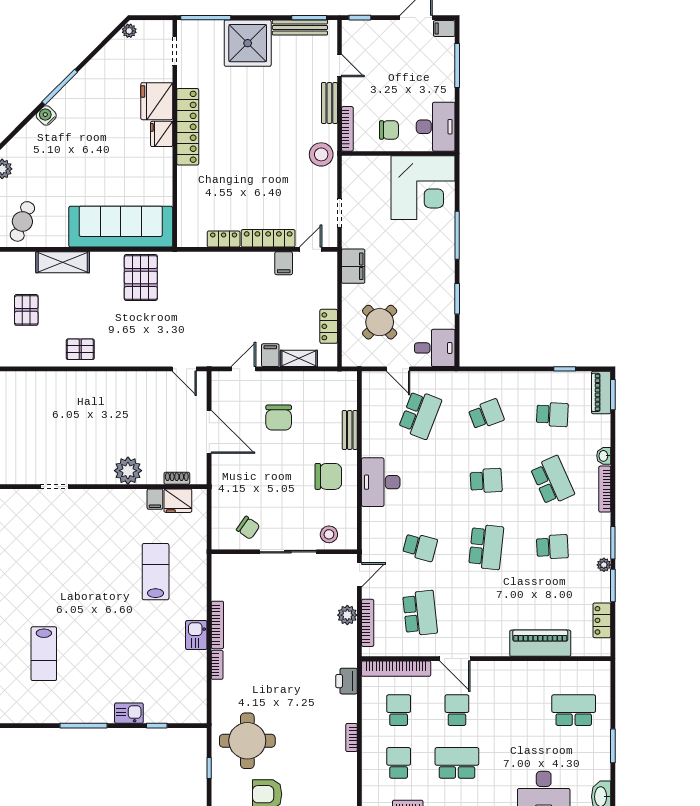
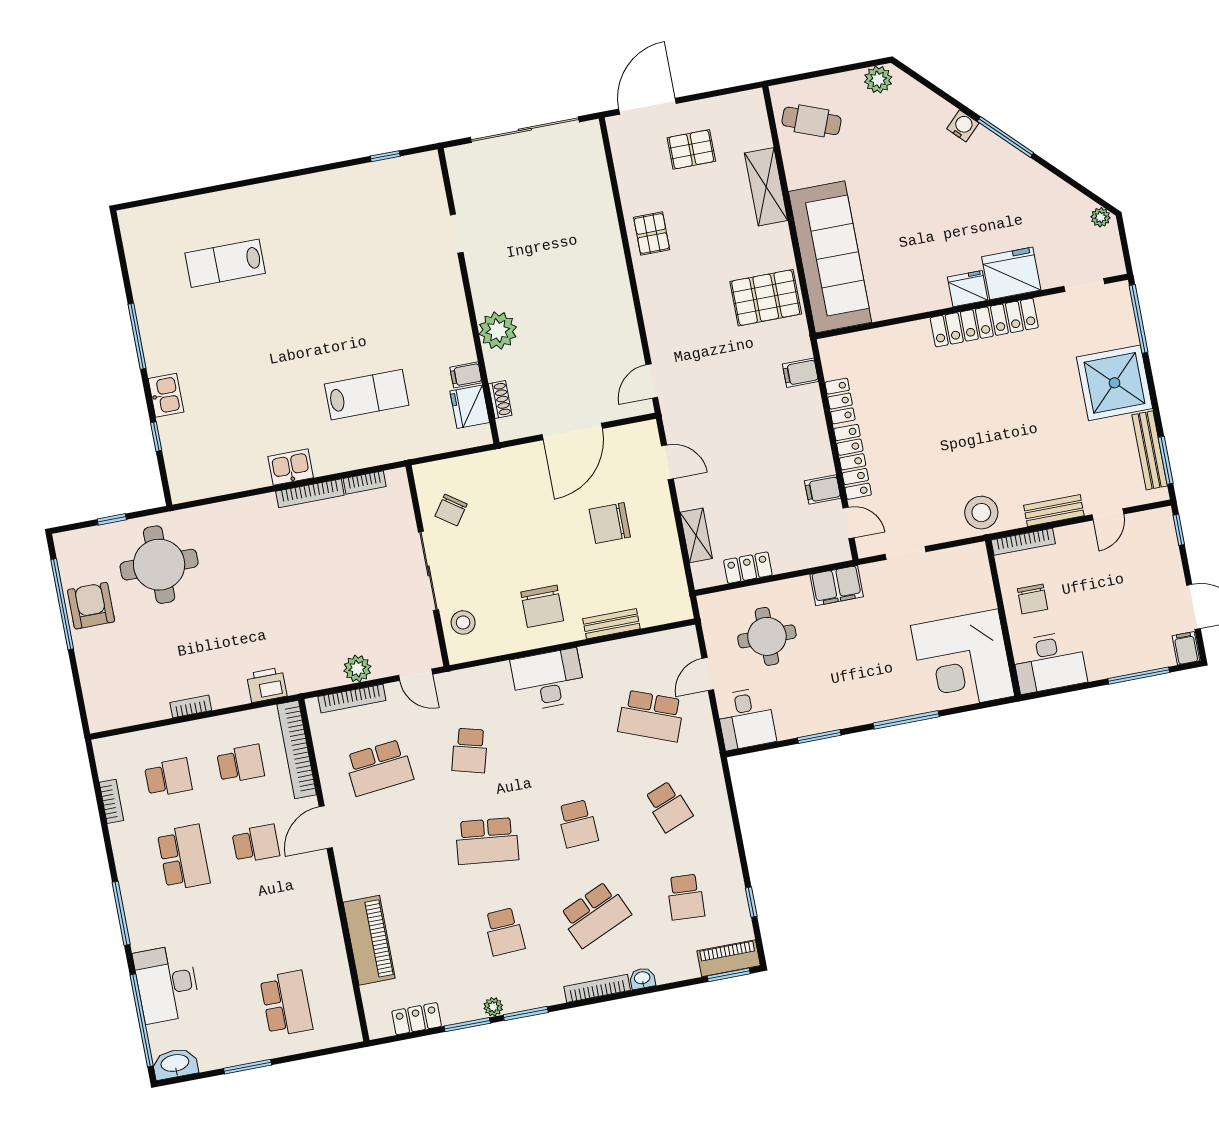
round table: (380, 322) -> (767, 636), turned 45
filing cabinet: (270, 355) -> (800, 373), moved, turned 180
bookcase: (217, 665) -> (365, 483), moved

